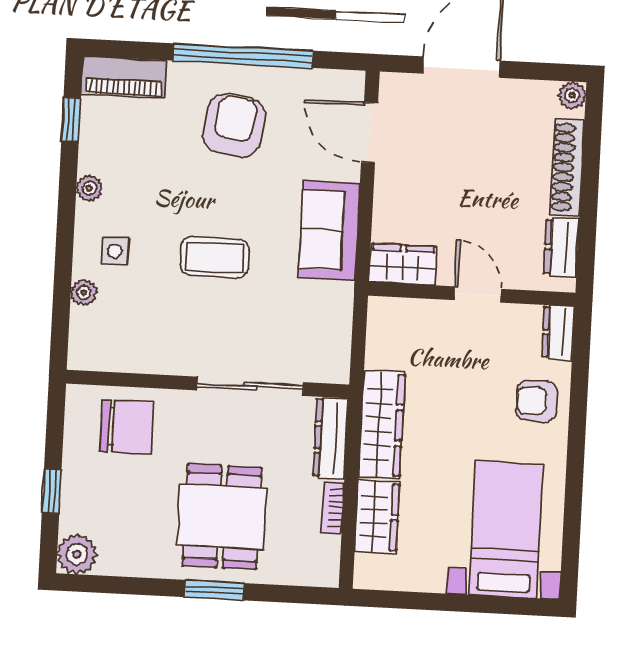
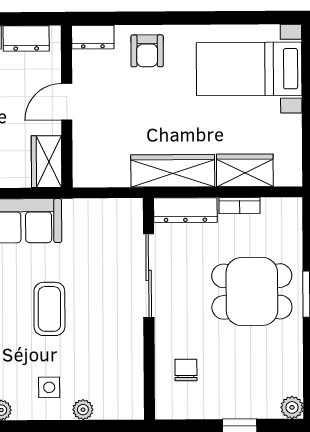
chair: (127, 427) -> (186, 370), width x0.54, depth x0.54
plant: (77, 554) -> (292, 407), width x0.73, depth x0.73

